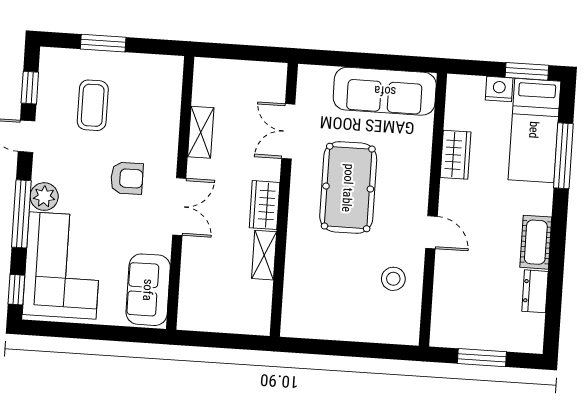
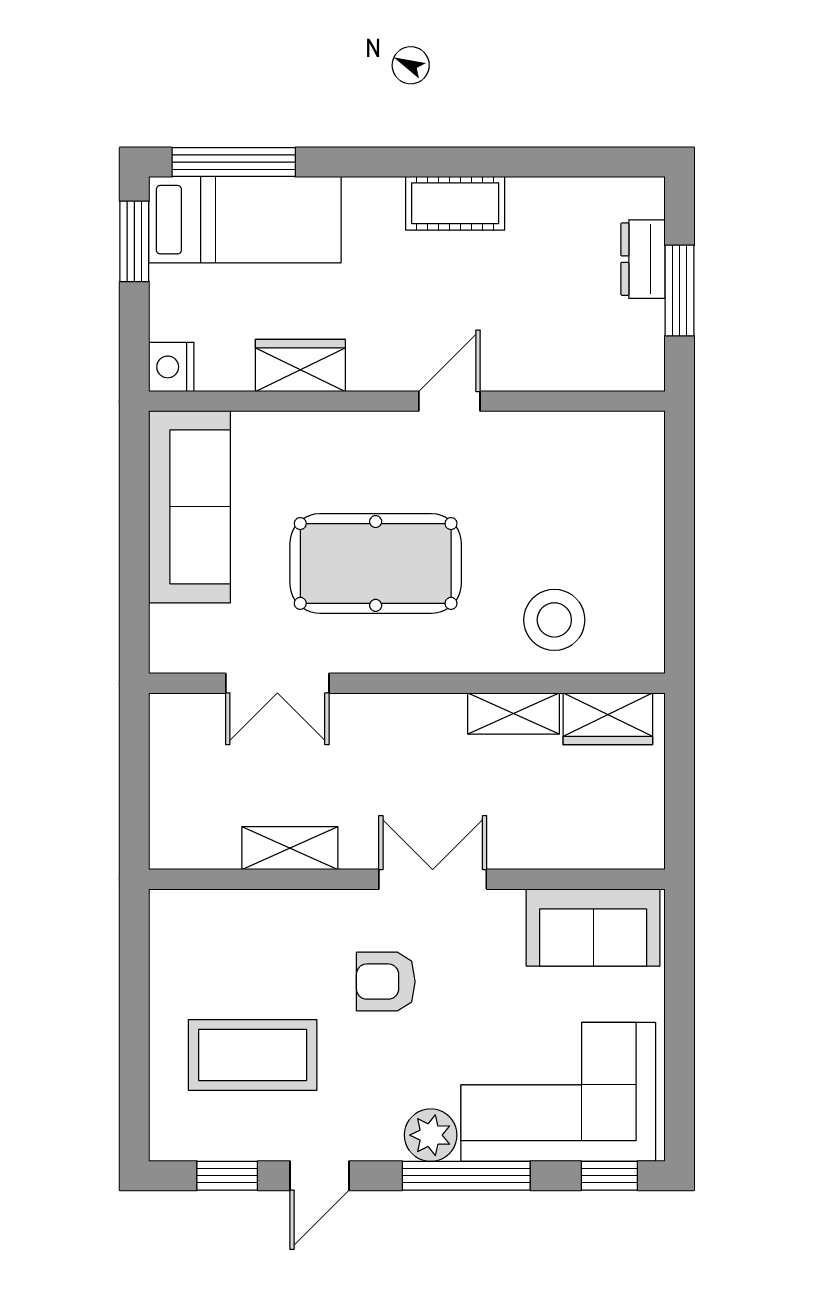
window: (103, 43) -> (134, 1043), removed
nightstand: (499, 89) -> (171, 367), moved
coffee table: (93, 105) -> (253, 1055), width x1.36, depth x1.32
window: (563, 156) -> (234, 162), moved
armchair: (127, 178) -> (386, 982), turned -90
wardrobe: (265, 205) -> (608, 719), moved
stool: (393, 279) -> (554, 620), moved, width x1.38, depth x1.38
dresser: (535, 291) -> (643, 259), moved, turned 90

